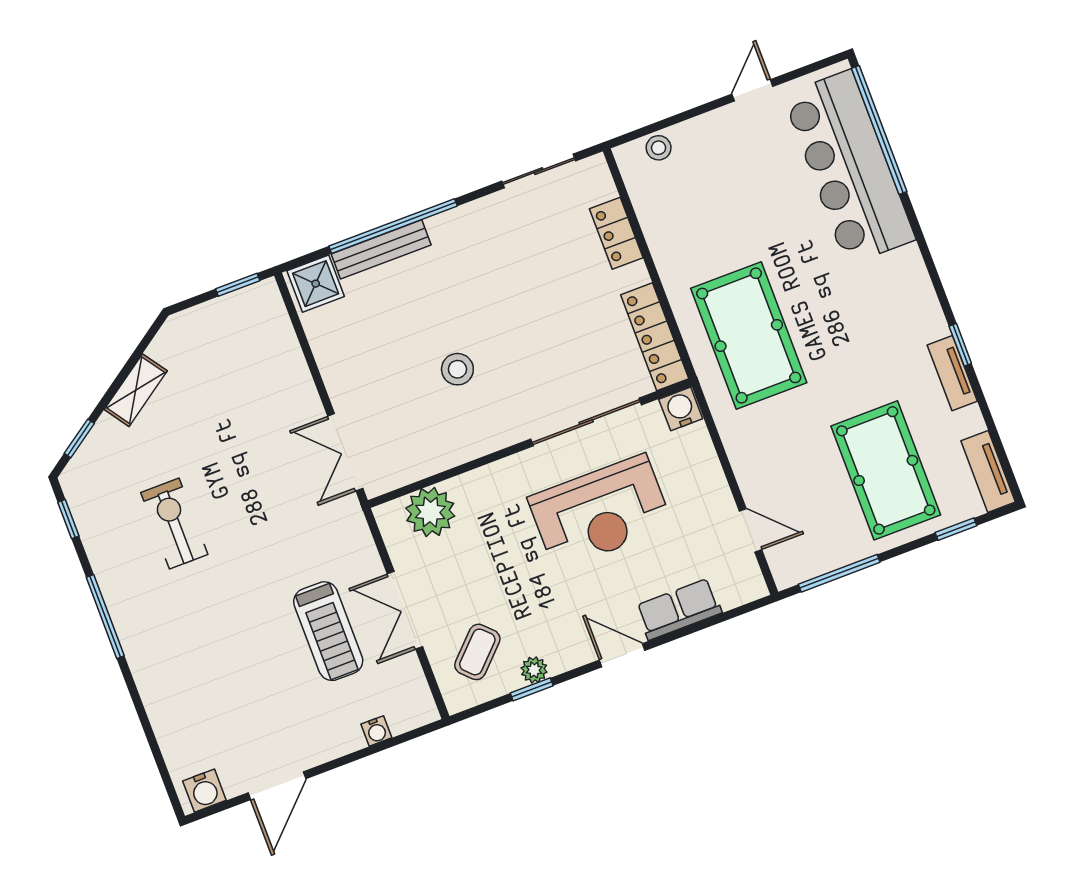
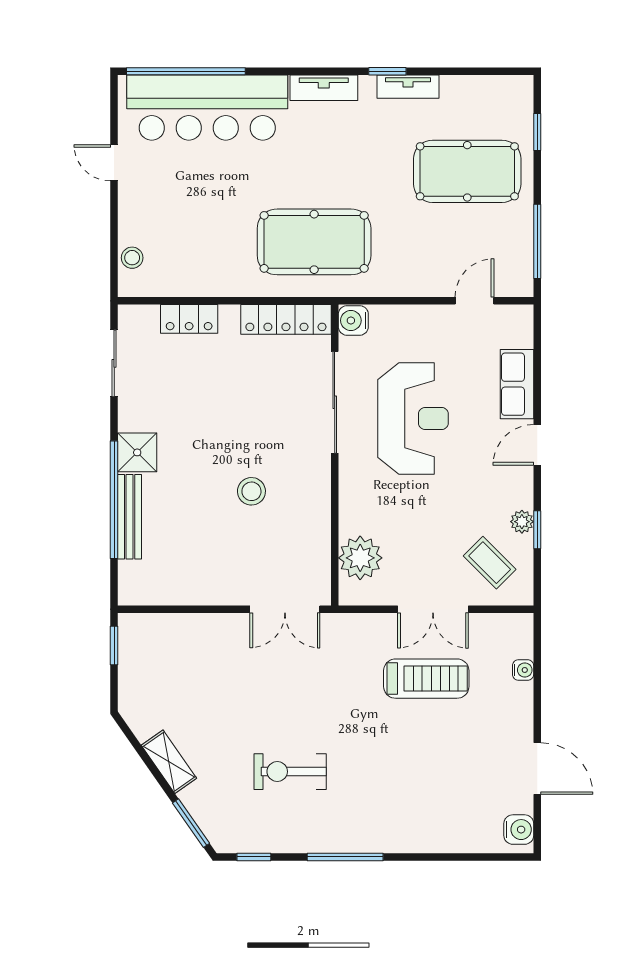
shower: (316, 284) -> (137, 452), moved
window: (79, 438) -> (191, 823), width x1.50
tv unit: (988, 471) -> (324, 88), moved

